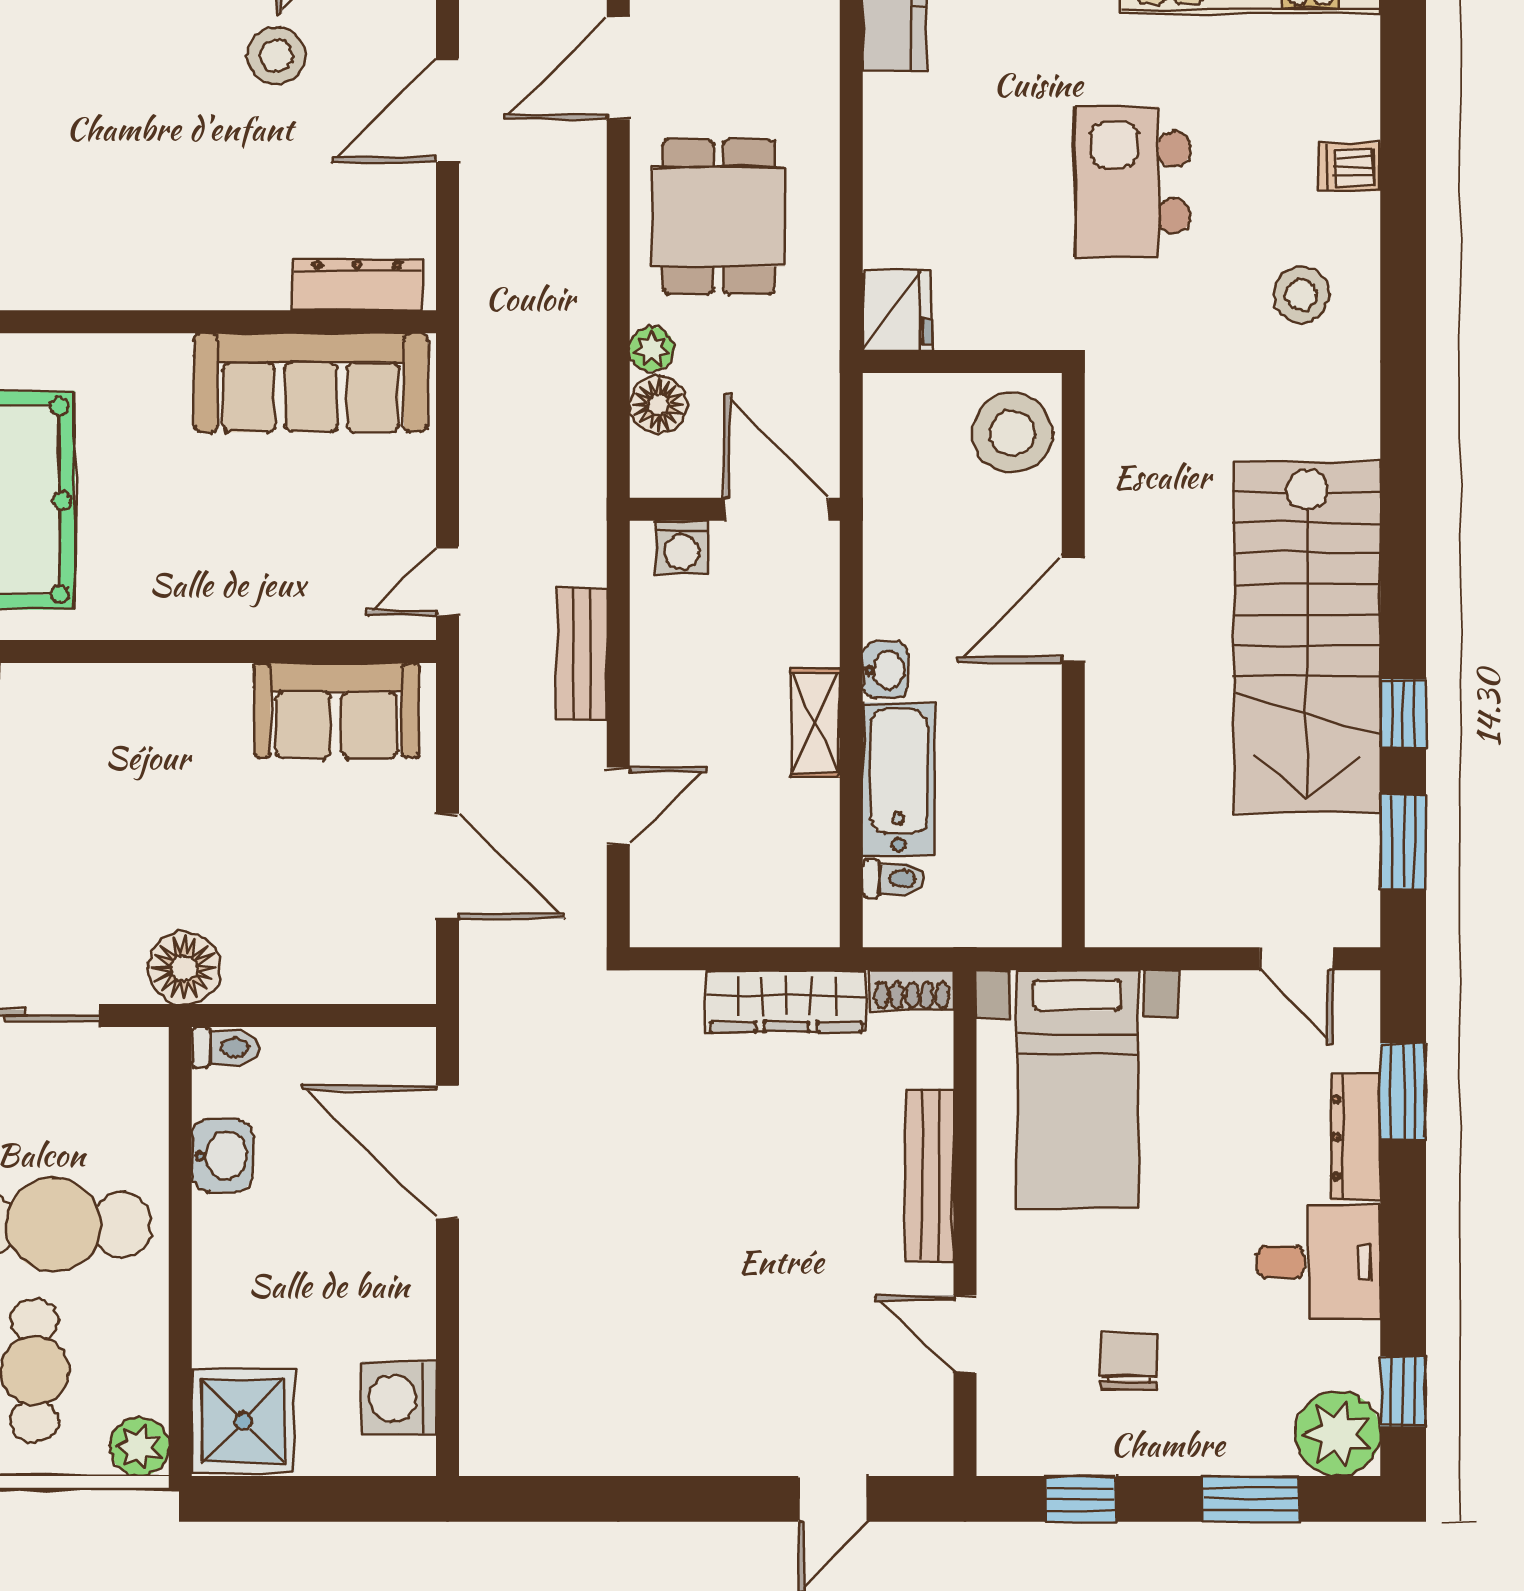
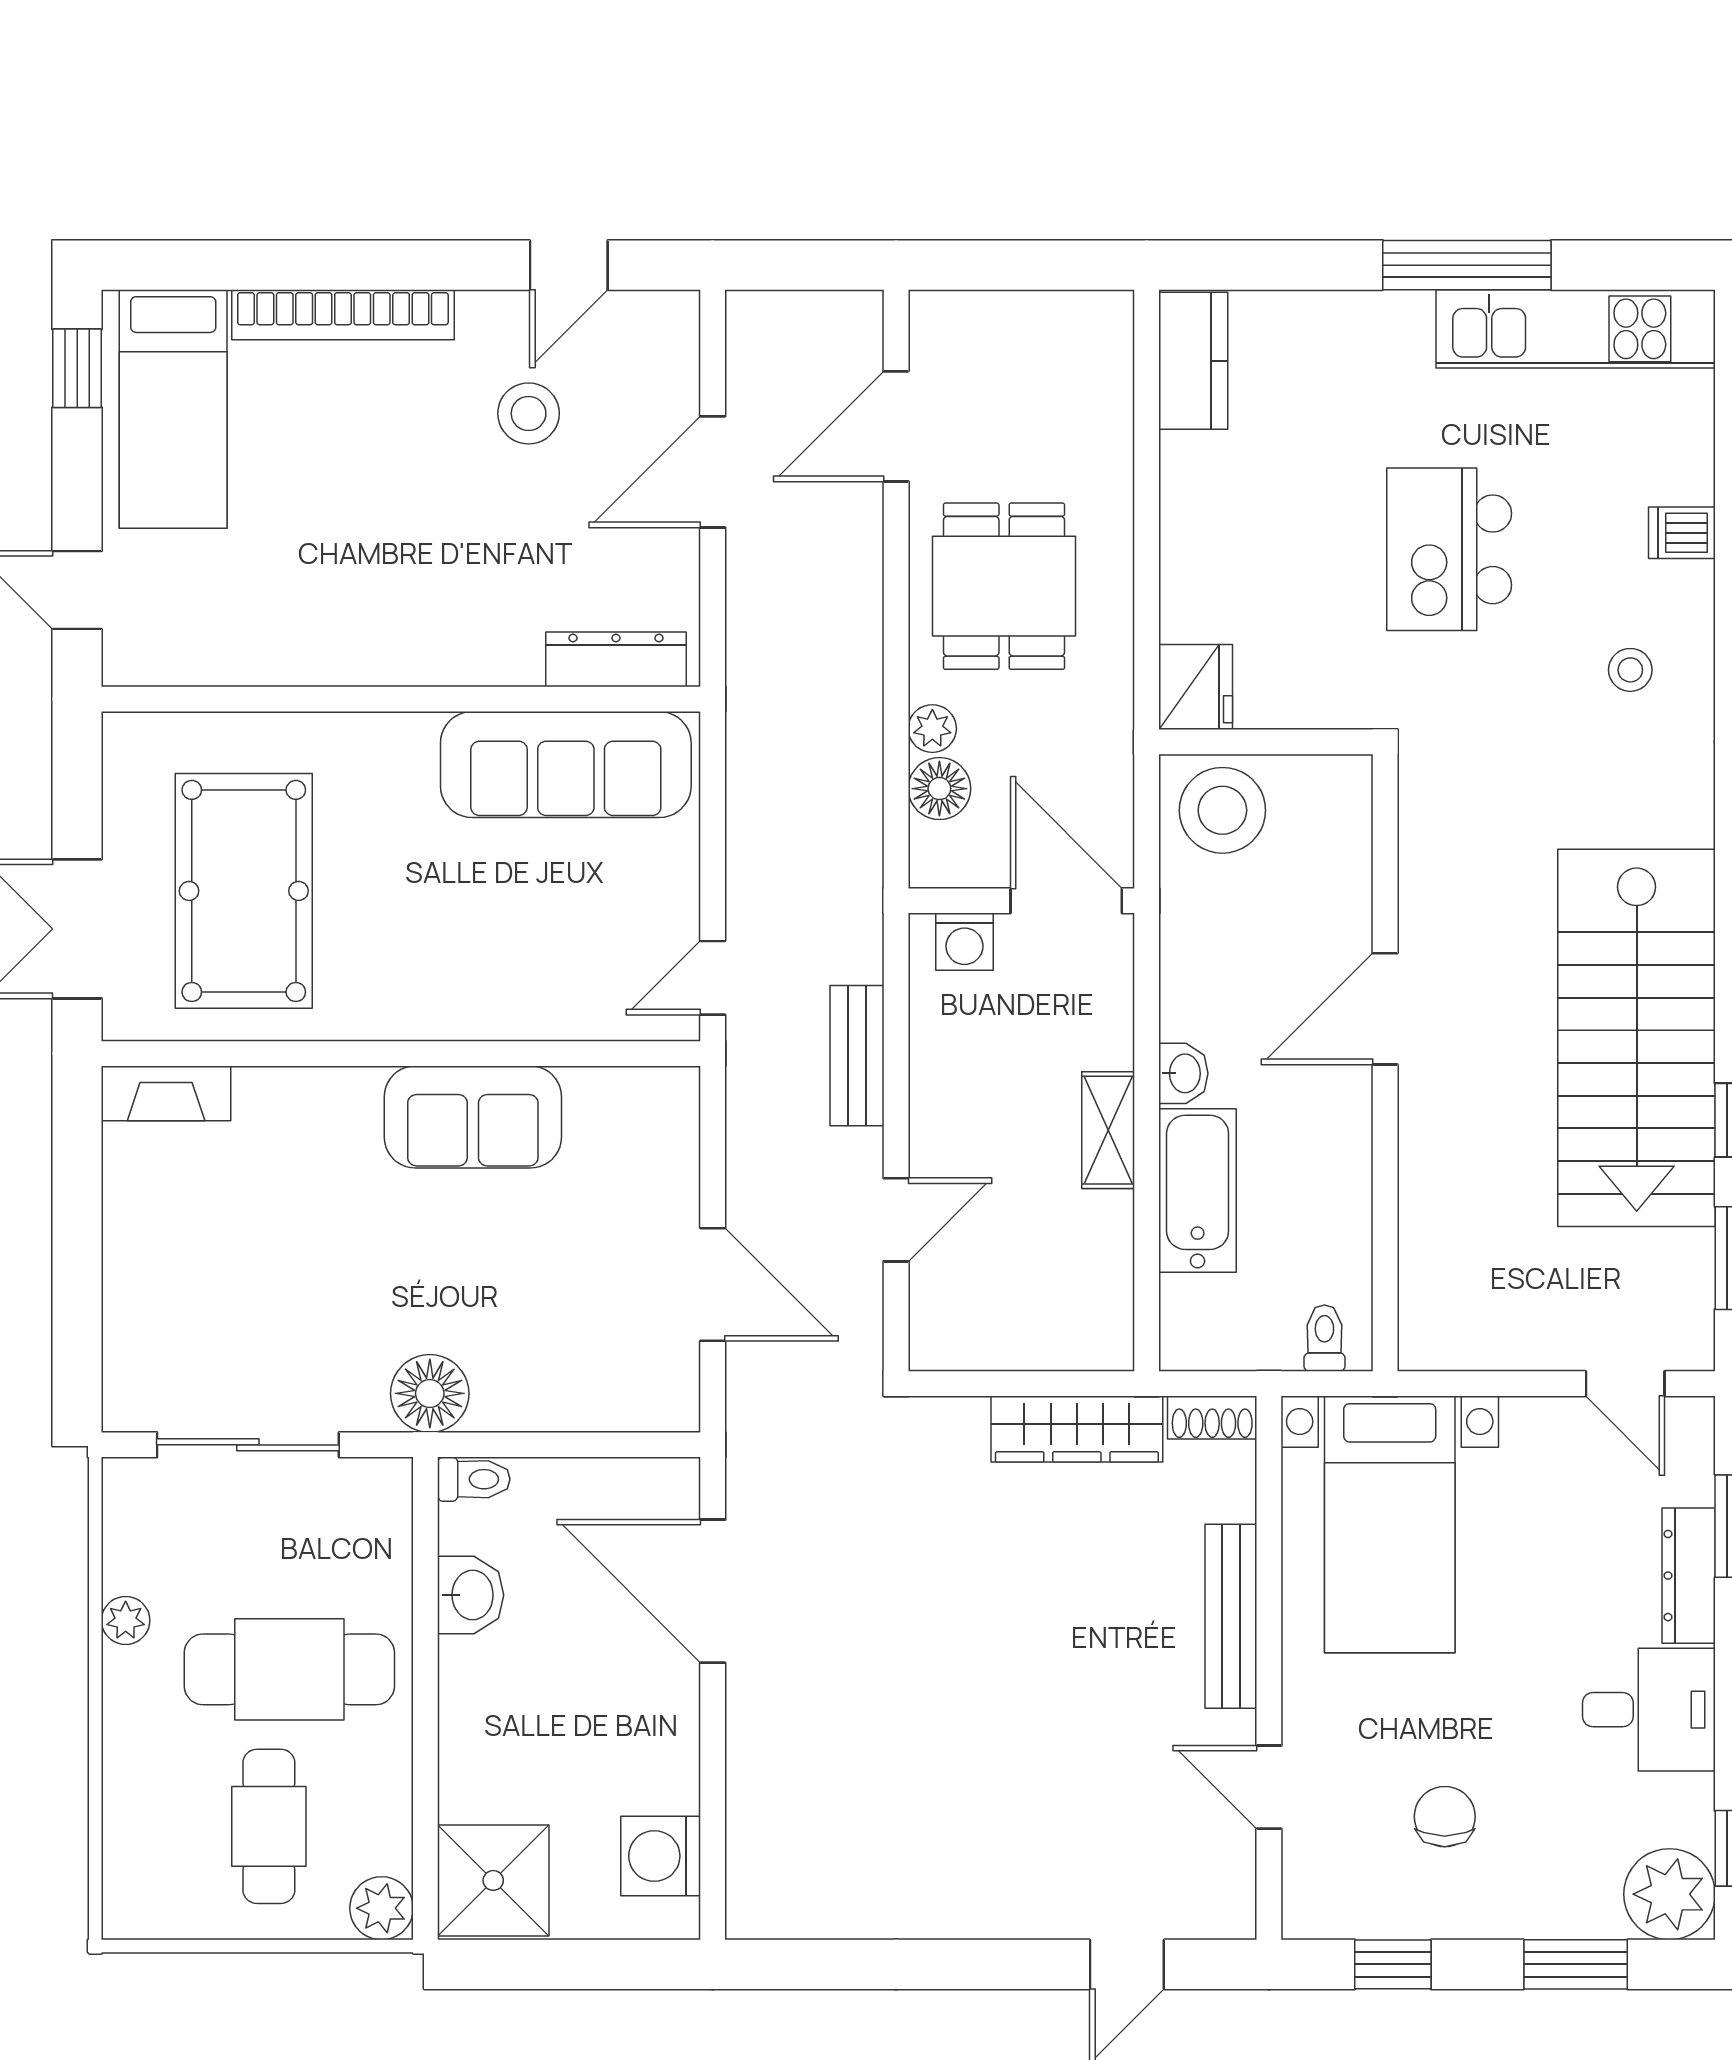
stool: (1301, 295) -> (1630, 670), width x0.73, depth x0.73
stool: (1012, 433) -> (1222, 810), moved
sofa: (336, 711) -> (473, 1117), moved
toilet: (894, 879) -> (1324, 1338), moved, turned -90

